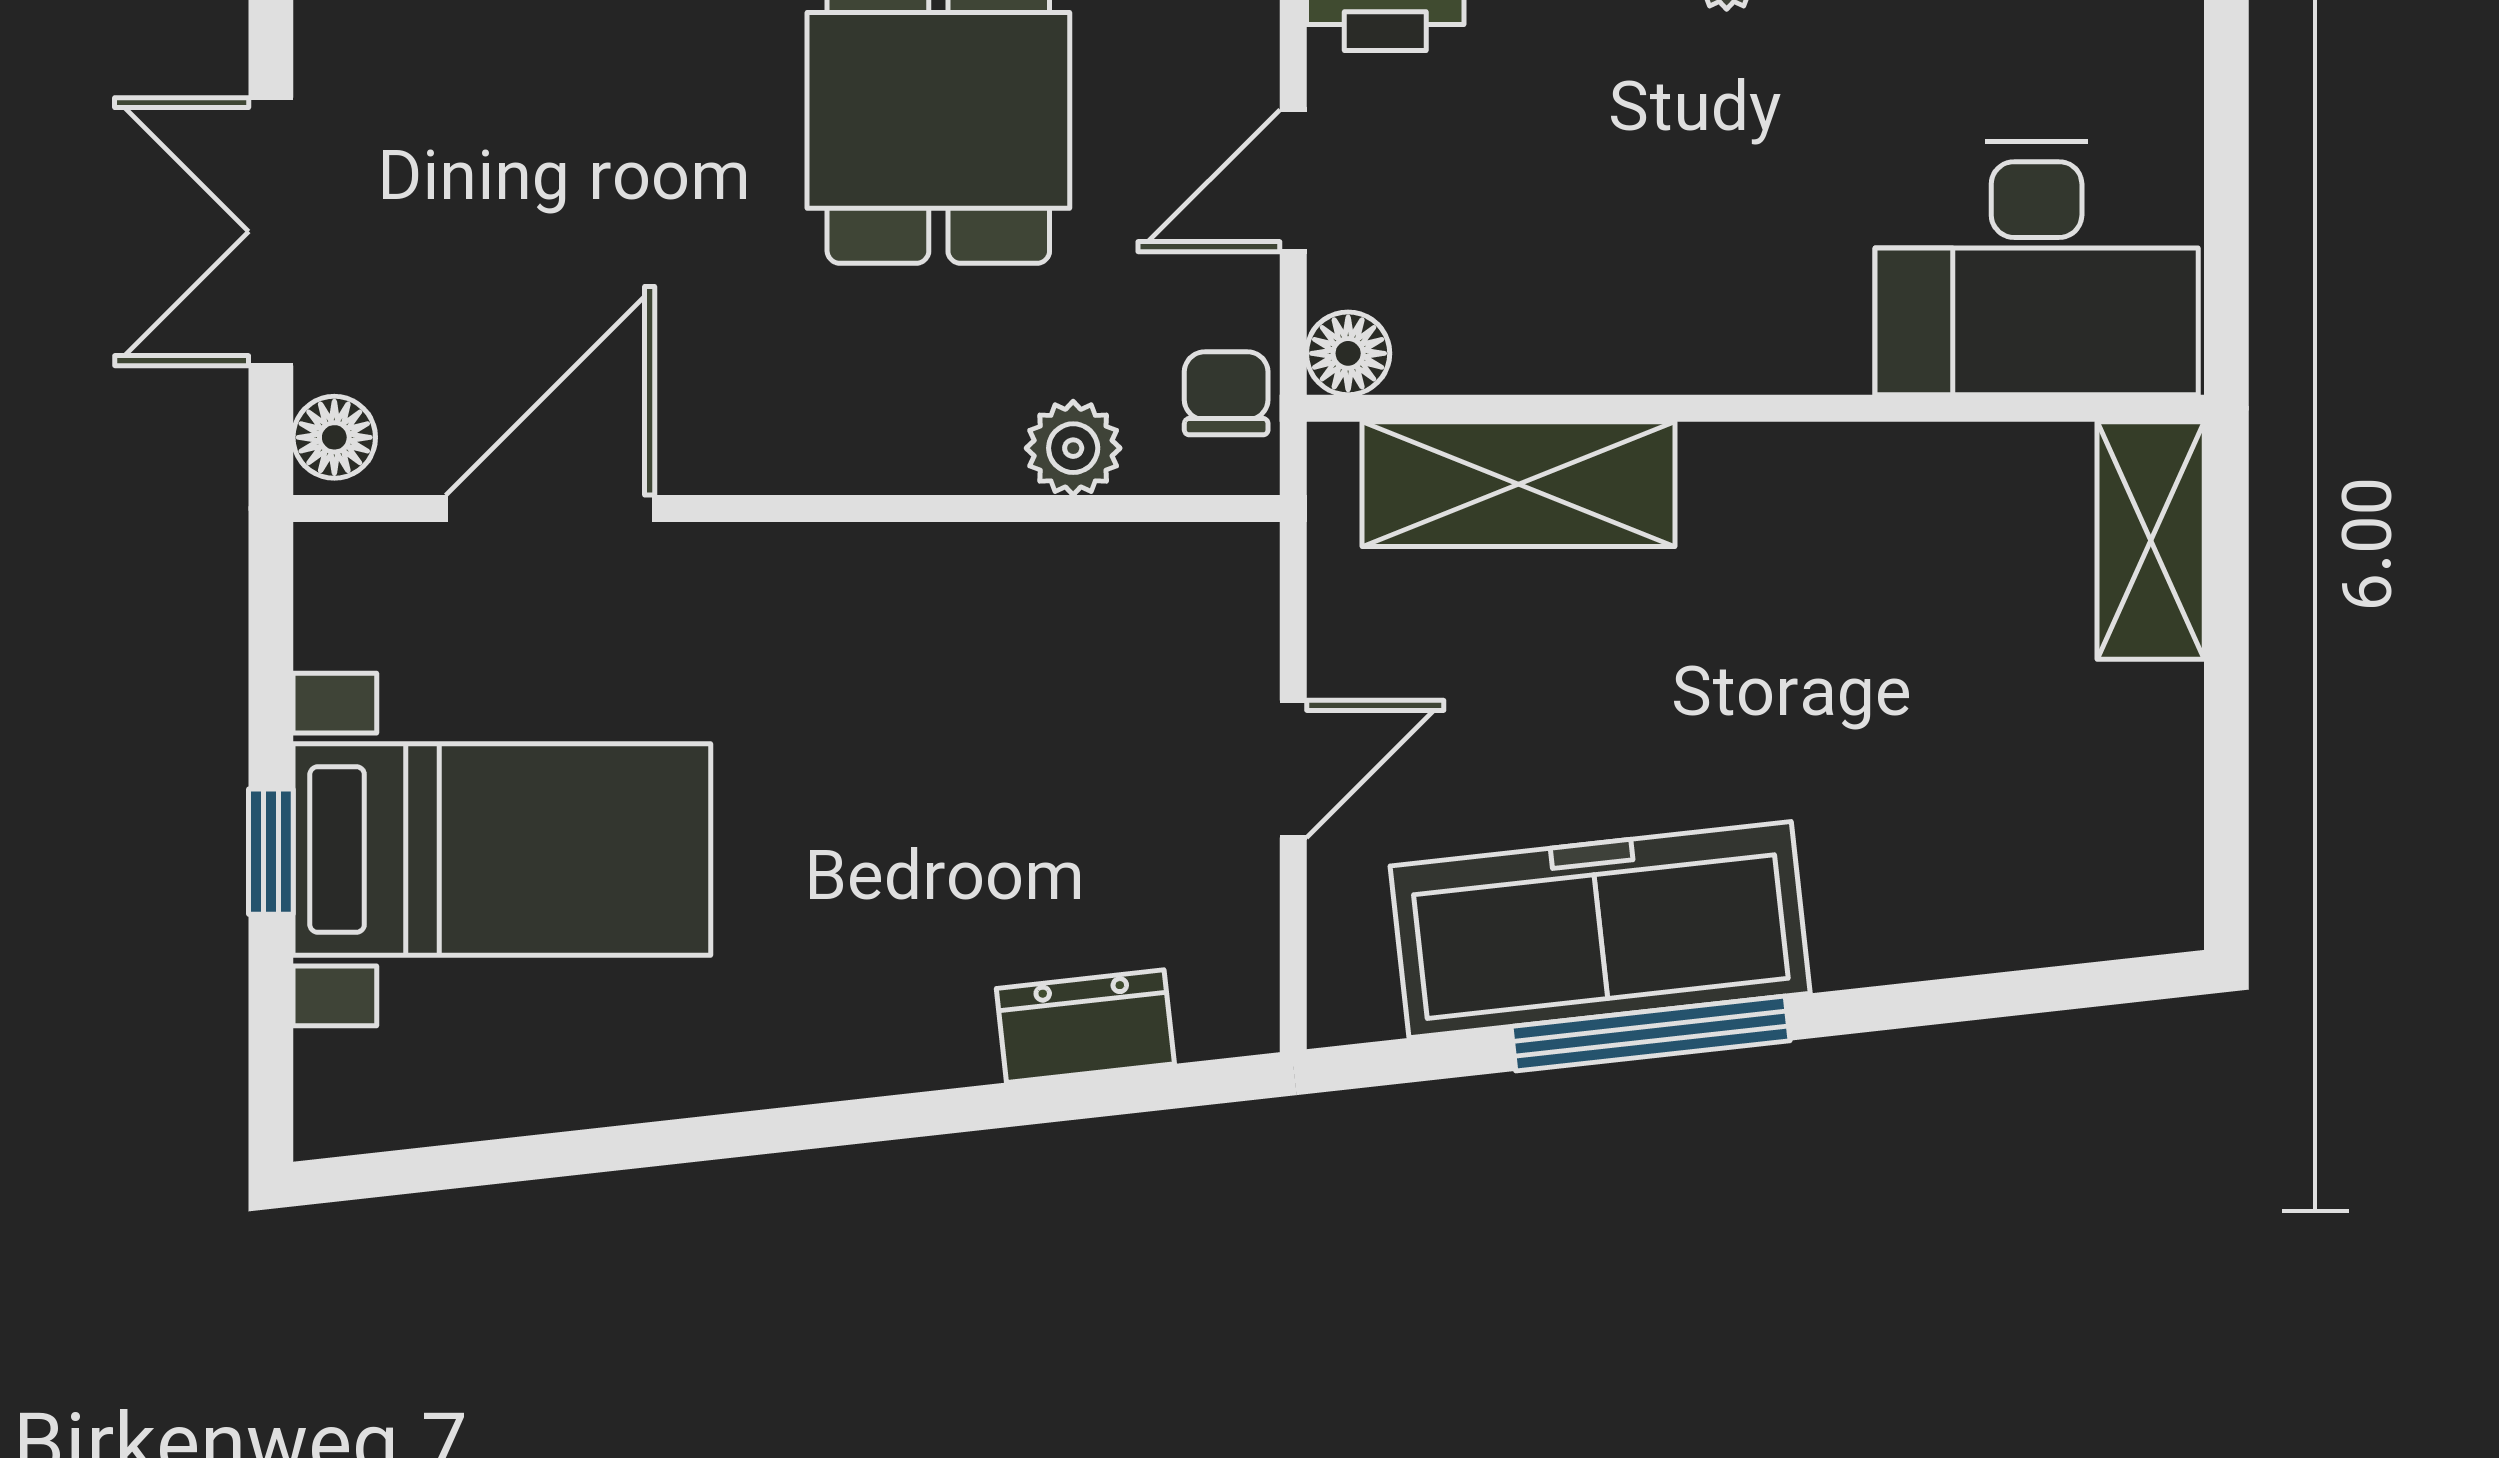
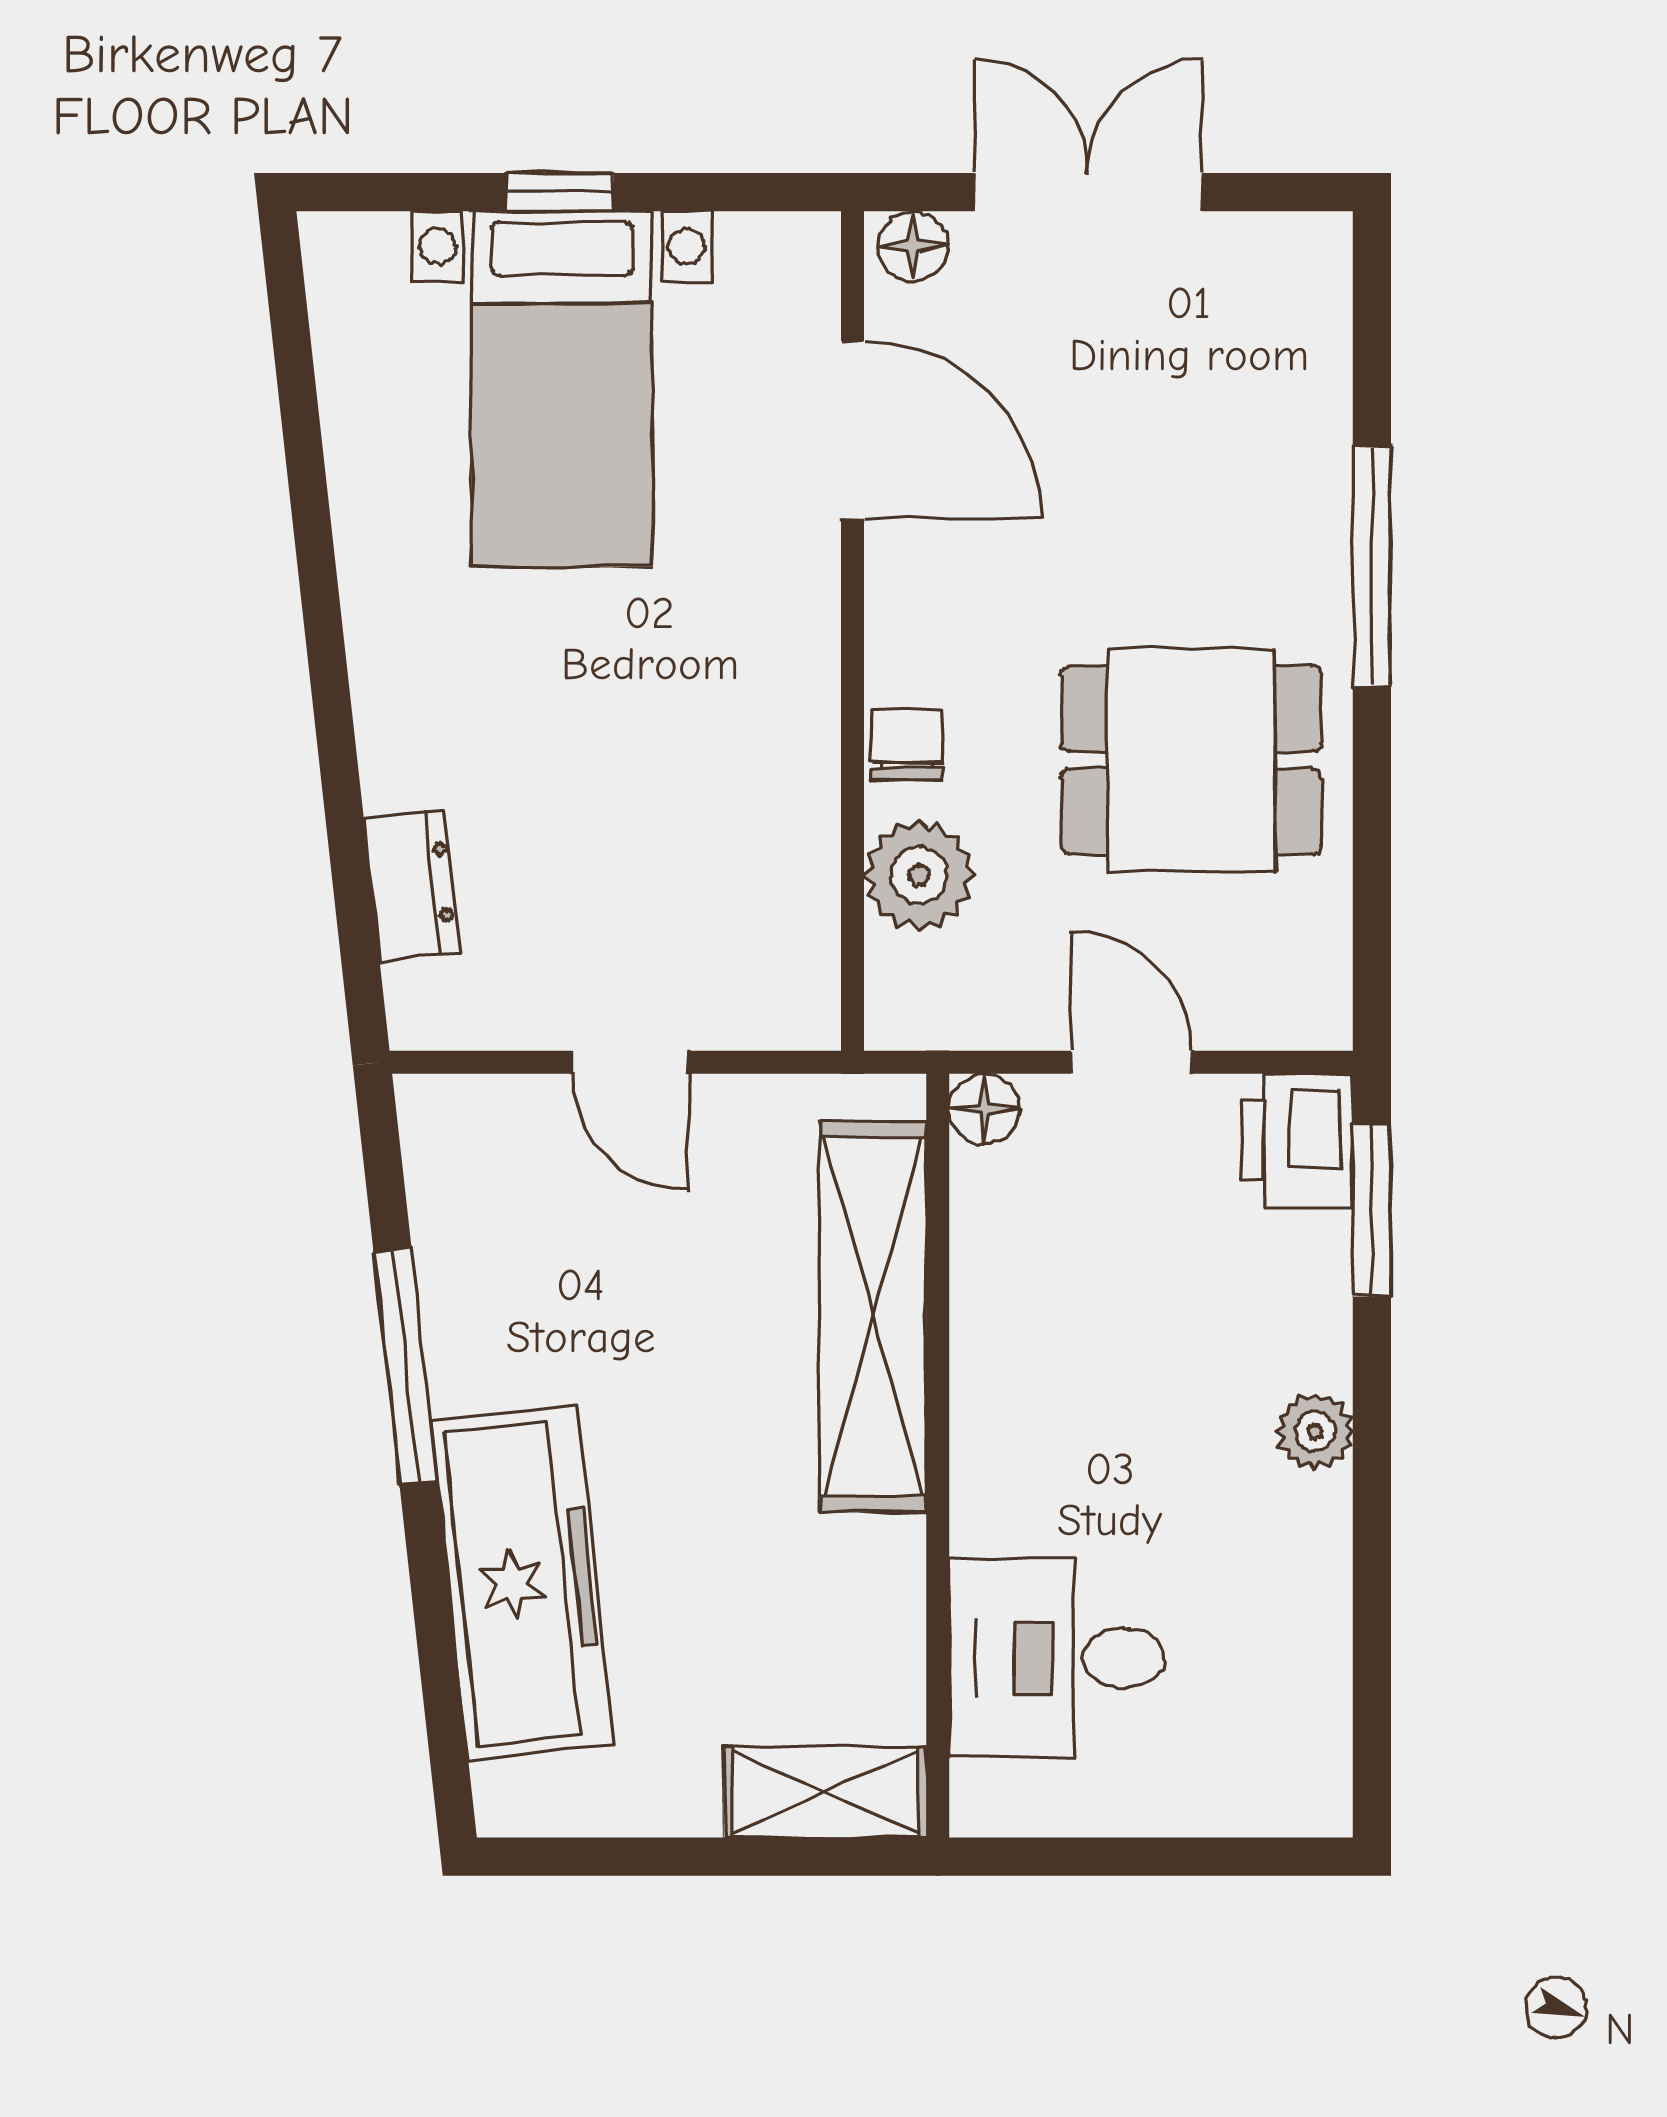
desk: (2037, 268) -> (1057, 1658), width x0.73
chair: (1226, 393) -> (907, 744), moved, turned -90
plant: (1073, 448) -> (919, 875), width x1.38, depth x1.38
shelving: (1519, 484) -> (873, 1316), width x1.47
freezer: (1600, 930) -> (523, 1583), moved

